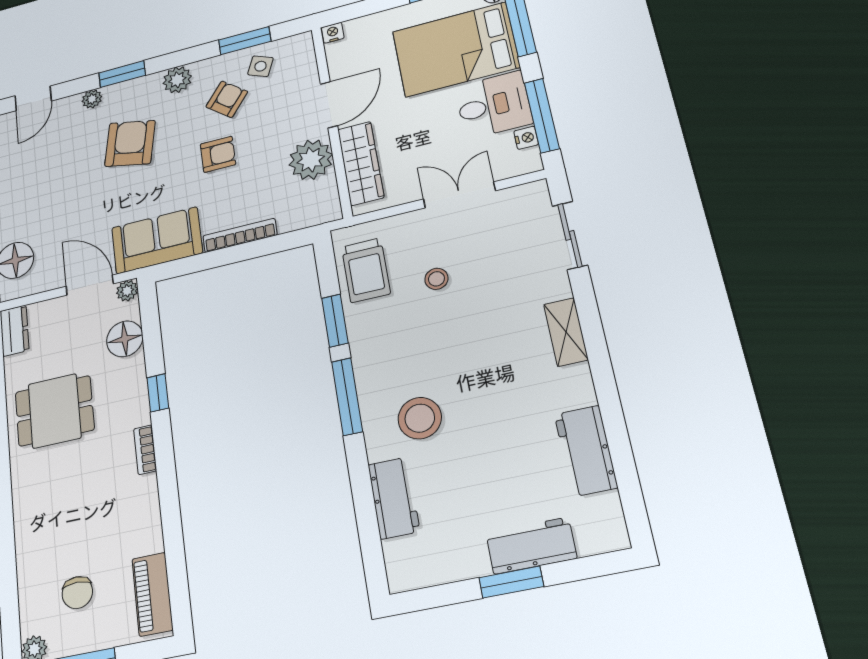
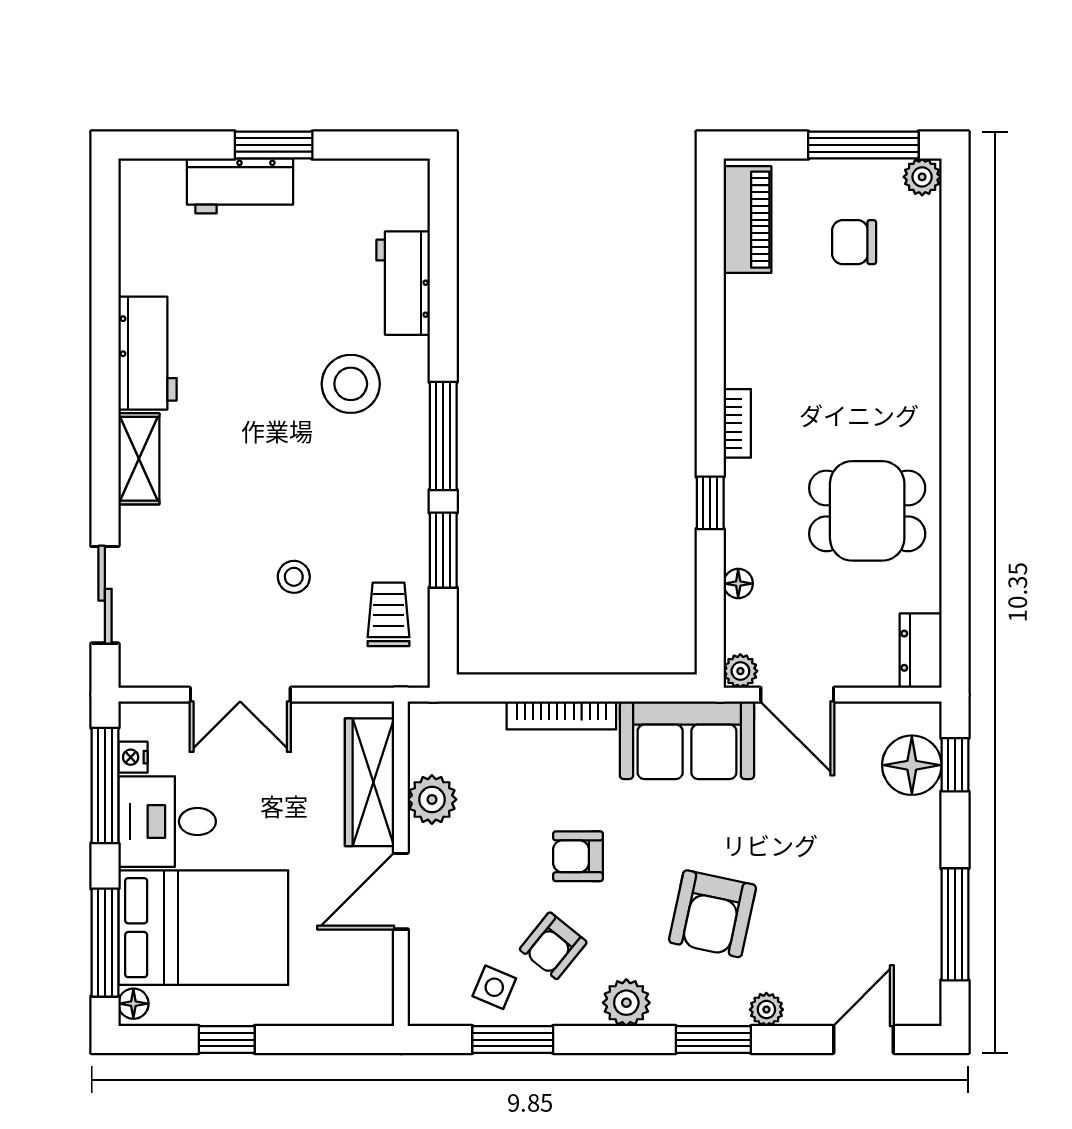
nightstand: (333, 33) -> (377, 1011), removed
plant: (311, 160) -> (432, 799), width x0.73, depth x0.73
trolley: (366, 270) -> (388, 614), width x0.73, depth x0.72
floor lamp: (125, 339) -> (738, 584), width x0.53, depth x0.53
workbench: (586, 451) -> (148, 353), moved
chair: (77, 593) -> (854, 242), turned -90

